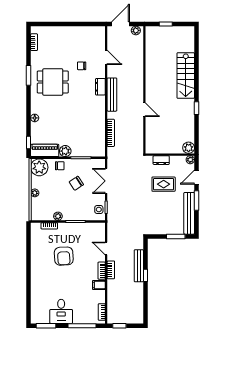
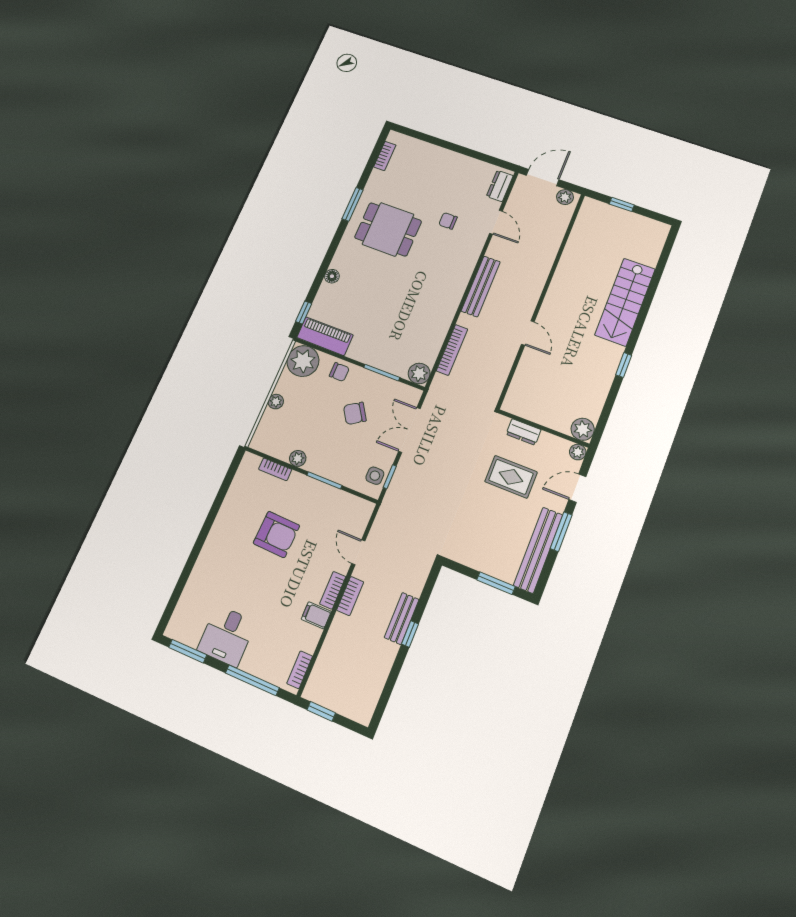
dresser: (100, 87) -> (500, 186), moved
plant: (65, 151) -> (419, 374), moved
armchair: (64, 256) -> (276, 534), turned -85
bench: (139, 266) -> (402, 618), width x0.73

